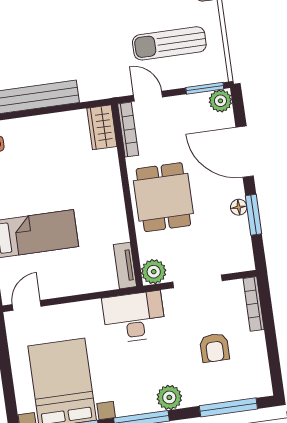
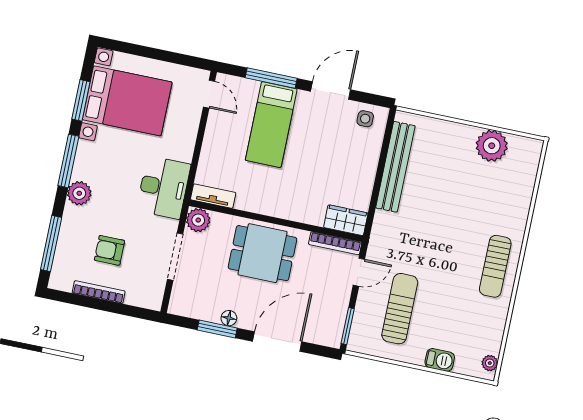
plant: (220, 101) -> (331, 336), removed
bookcase: (254, 304) -> (99, 292), moved

